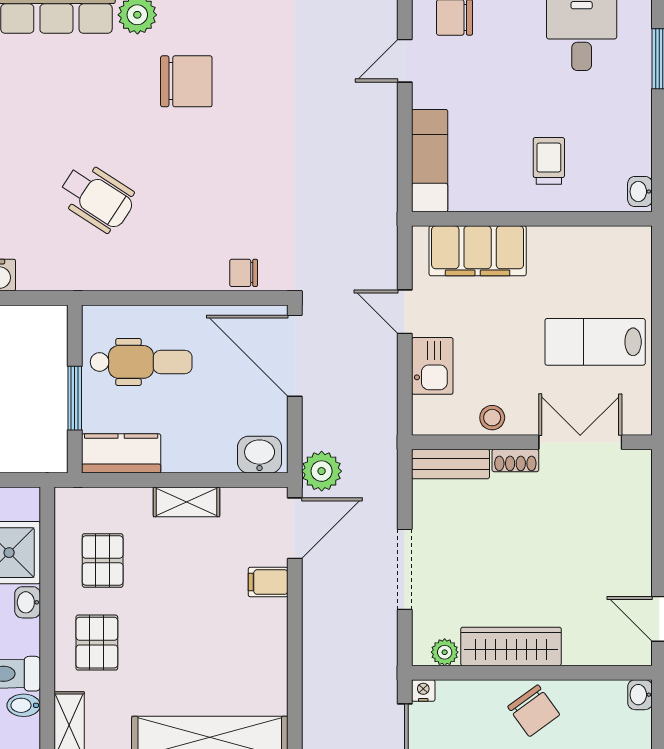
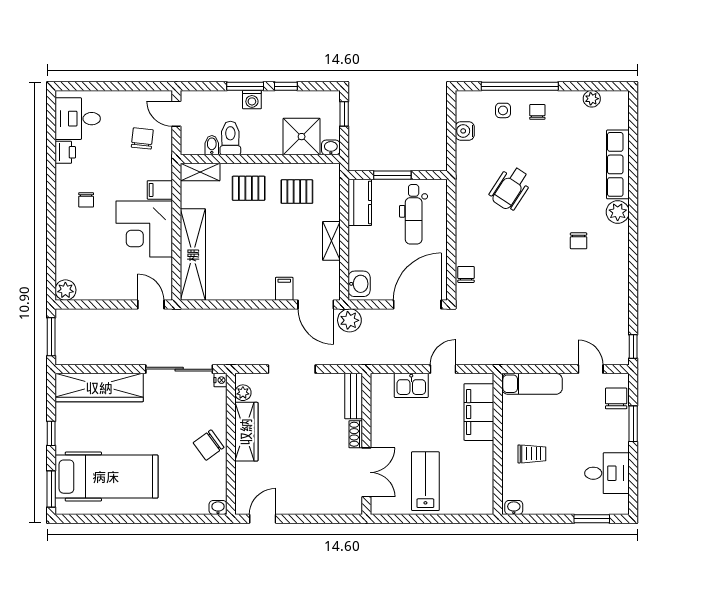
chair: (186, 81) -> (579, 241), width x0.54, depth x0.54
stool: (492, 418) -> (381, 421), removed
washbasin: (28, 602) -> (331, 147), moved

